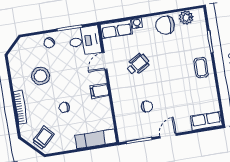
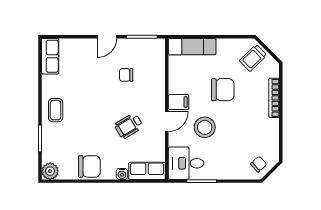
plant: (186, 18) -> (50, 171), moved
chair: (49, 43) -> (259, 164), moved
door: (105, 61) -> (167, 122), moved
stool: (41, 76) -> (205, 127), moved
chair: (64, 107) -> (223, 90), width x1.87, depth x1.87
row of seats: (206, 121) -> (50, 56), moved, turned -90

